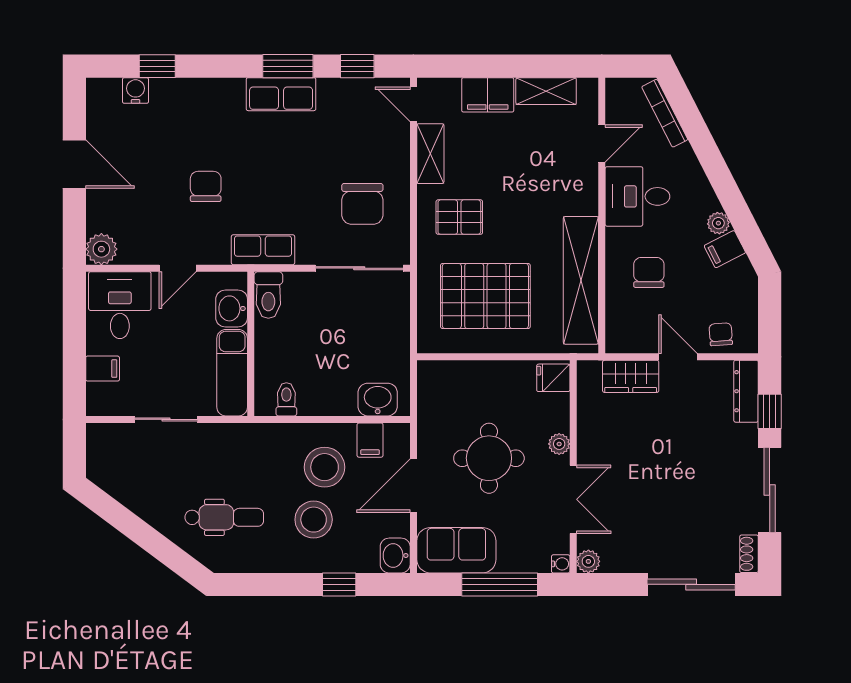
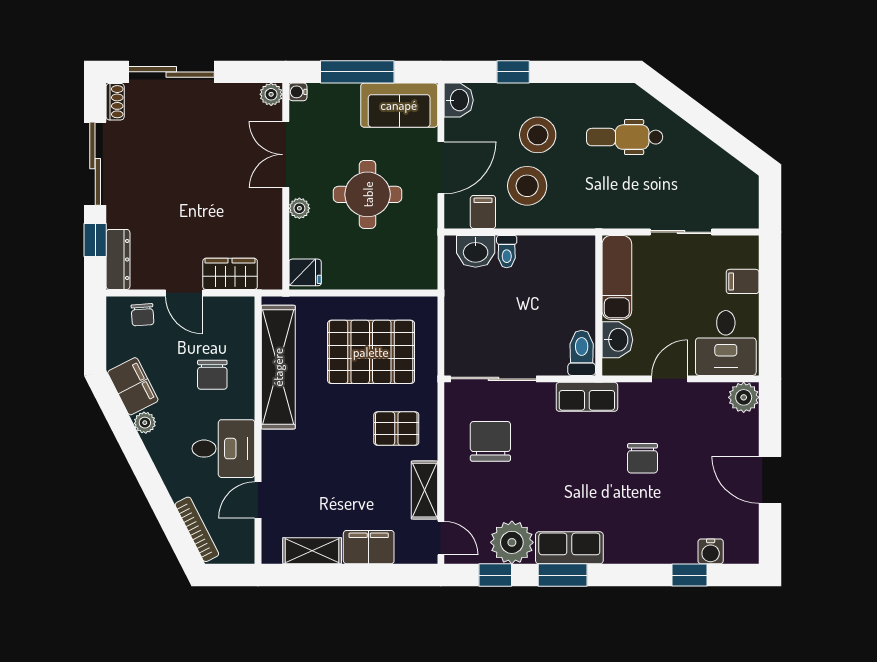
plant: (340, 100) -> (512, 542), added
filing cabinet: (725, 249) -> (133, 386), width x2.00
toilet: (286, 399) -> (507, 252), moved

